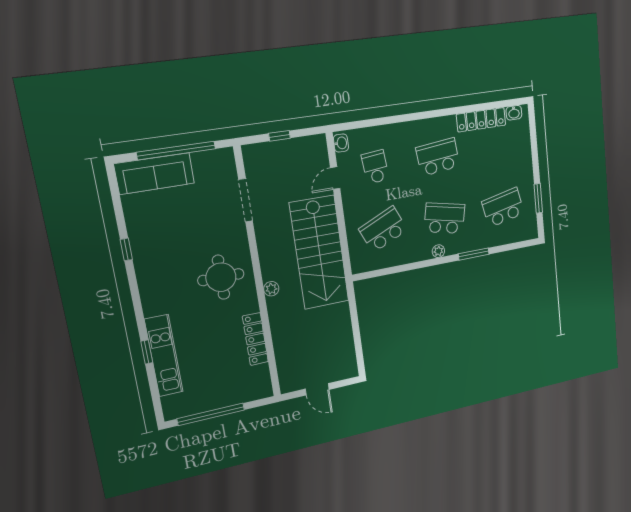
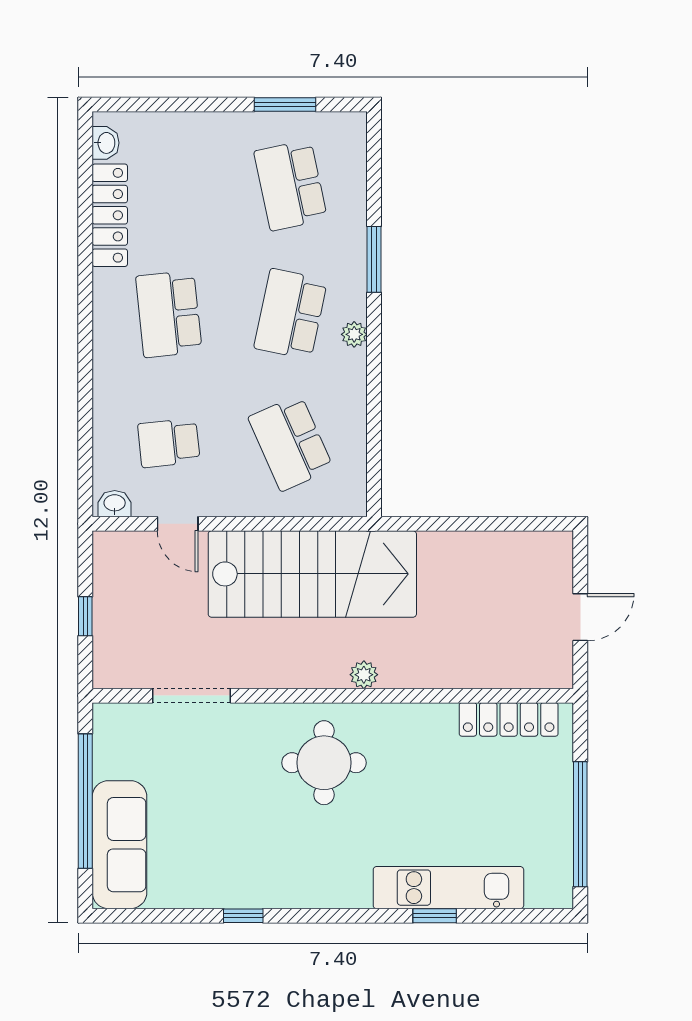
locker: (255, 339) -> (509, 719), moved

